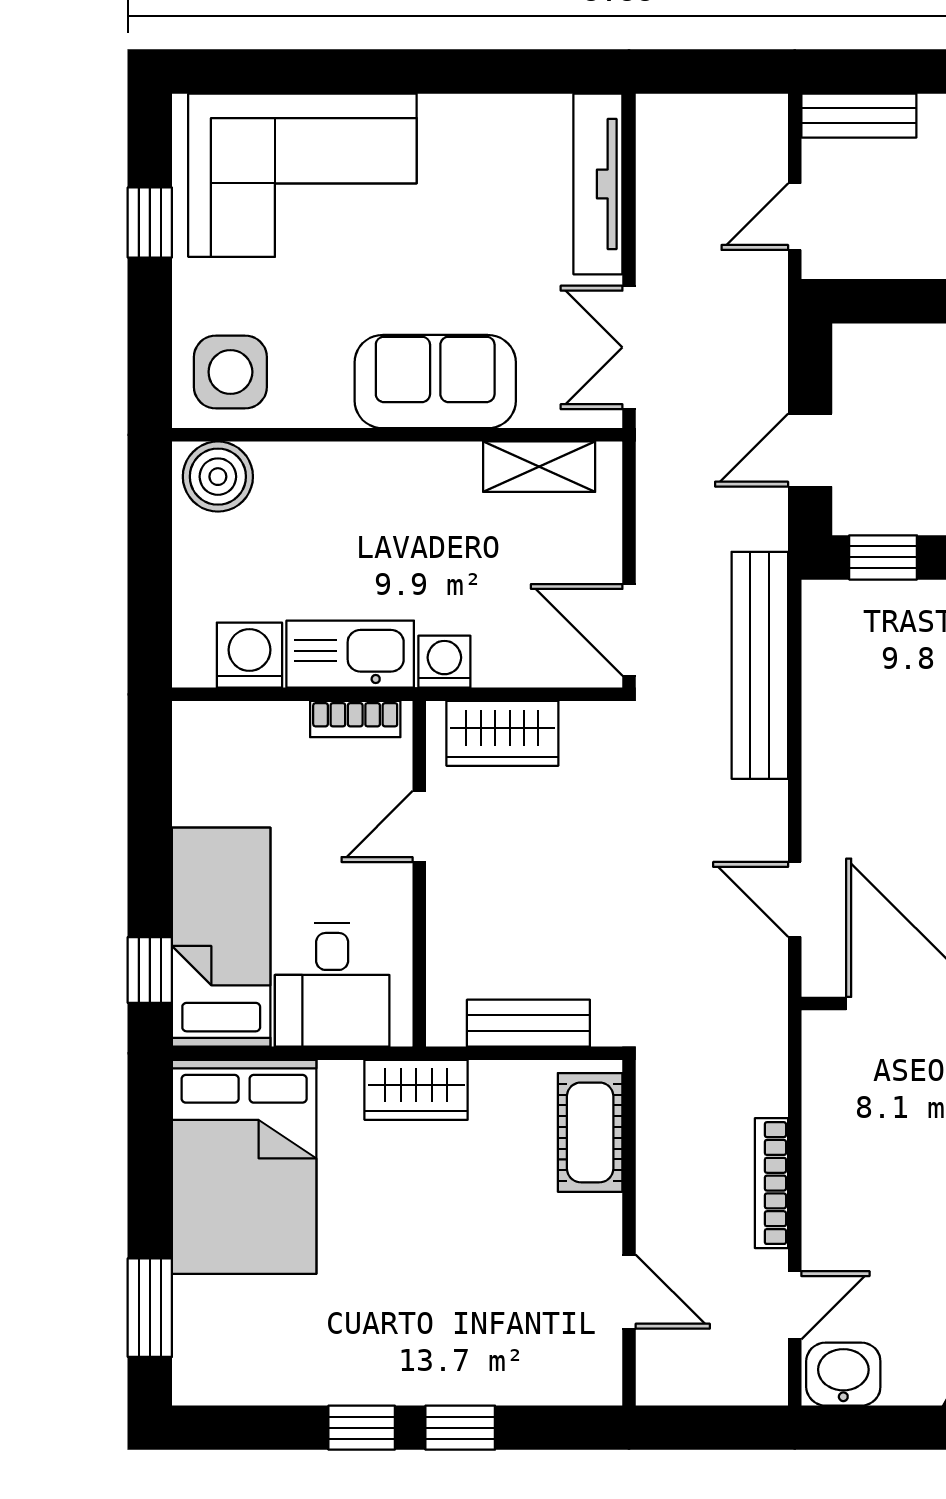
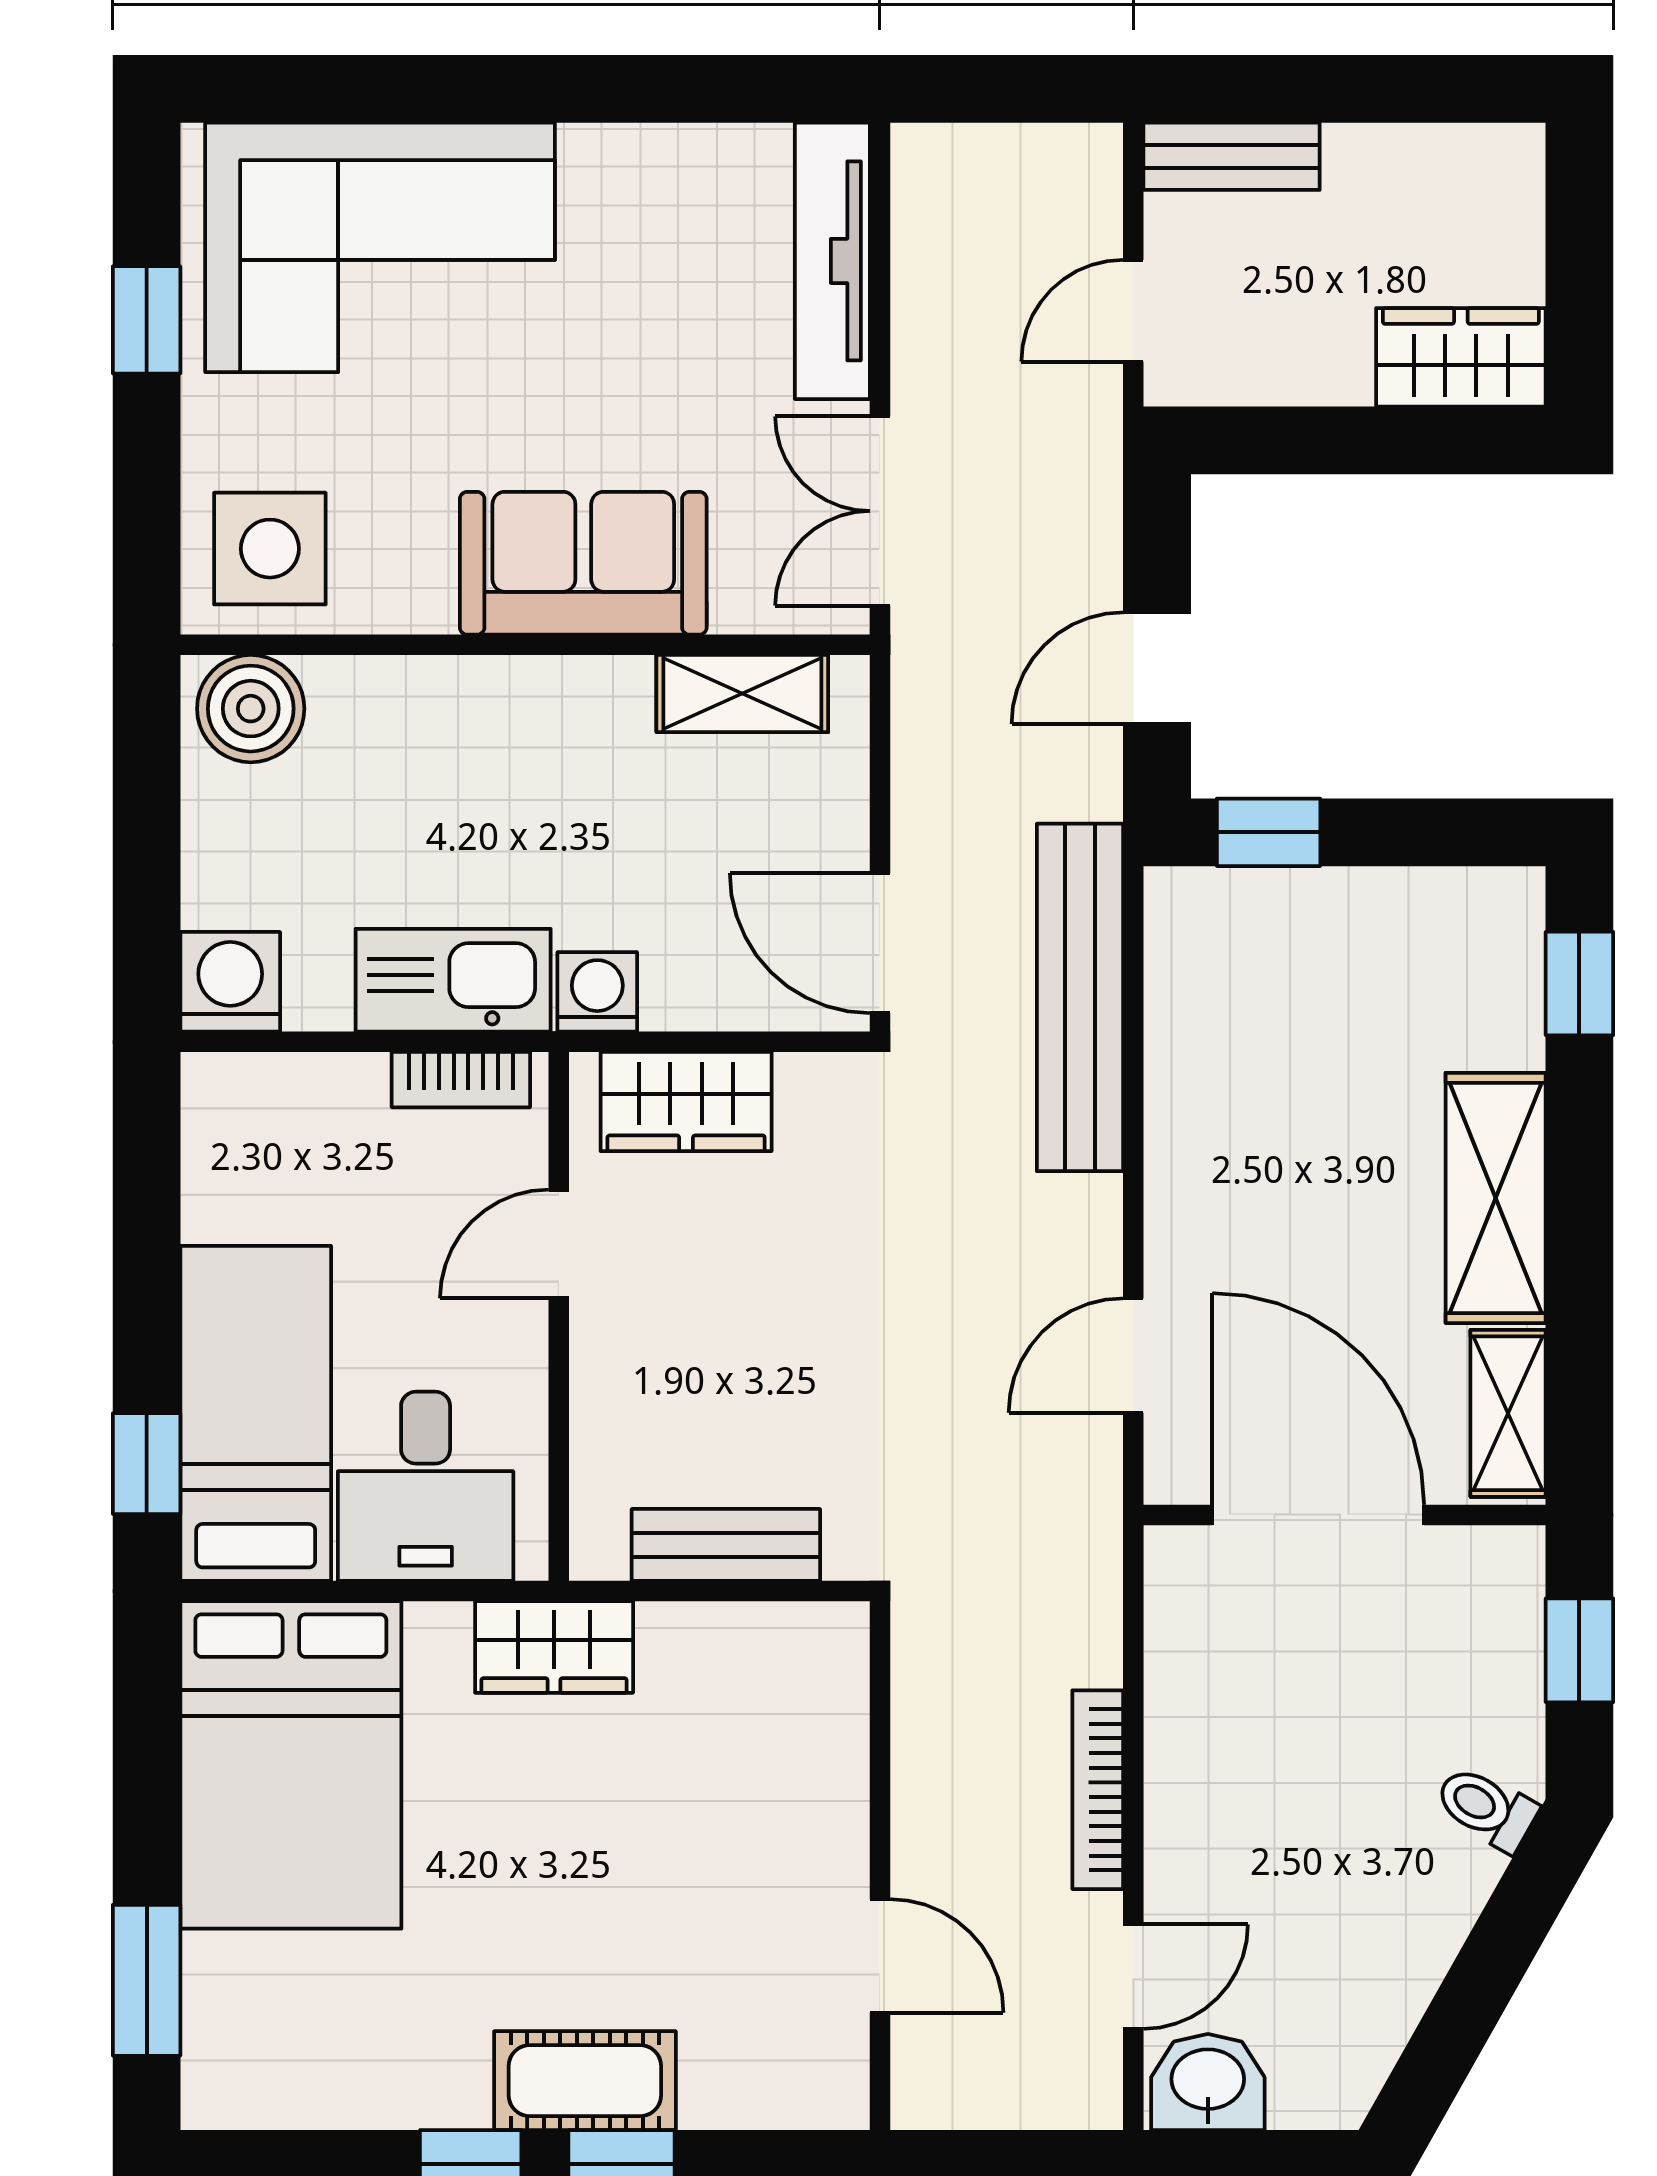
washing machine: (249, 655) -> (230, 982), moved
door: (795, 899) -> (1133, 1356), hinge flipped
cot: (590, 1132) -> (585, 2081), moved, turned 90

